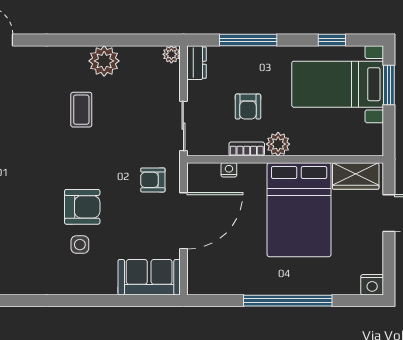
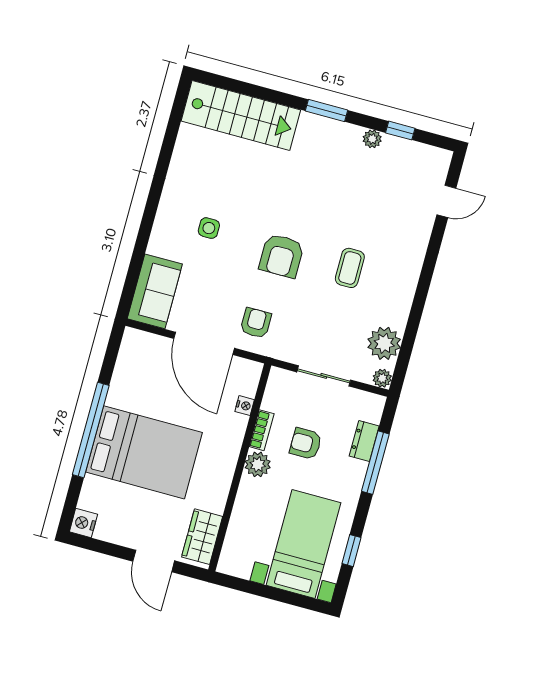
plant: (104, 61) -> (384, 343), moved
dresser: (196, 63) -> (364, 441), moved, turned 90
window: (389, 85) -> (288, 598), removed
coffee table: (81, 110) -> (350, 268), turned 90
sliding door: (183, 126) -> (324, 376), moved
armchair: (82, 207) -> (281, 256), moved
bed: (299, 210) -> (144, 452), moved, turned 180

